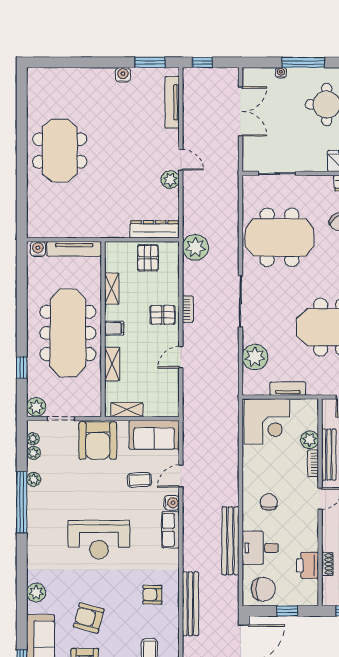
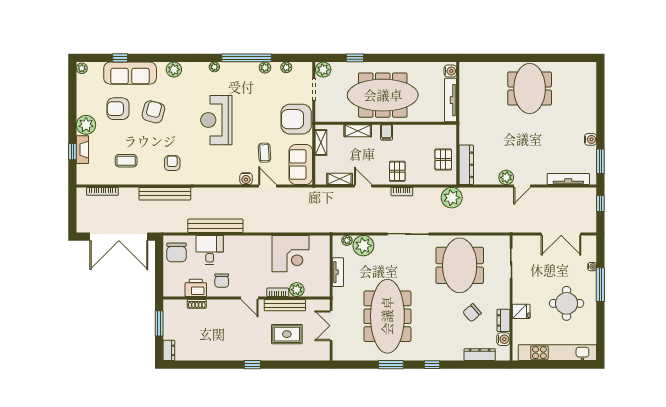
meeting table: (60, 150) -> (530, 89), turned 90
pallet: (148, 258) -> (443, 159), turned 90
shelving: (112, 289) -> (340, 179), moved
plant: (248, 377) -> (347, 240), added
corner desk: (267, 422) -> (291, 254), moved, turned -90
plant: (33, 439) -> (214, 67), moved
chair: (269, 502) -> (222, 281), moved, turned 90
row of seats: (170, 530) -> (224, 178), removed
window: (287, 611) -> (159, 272), removed

